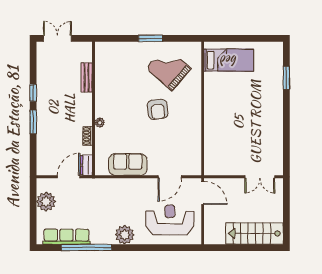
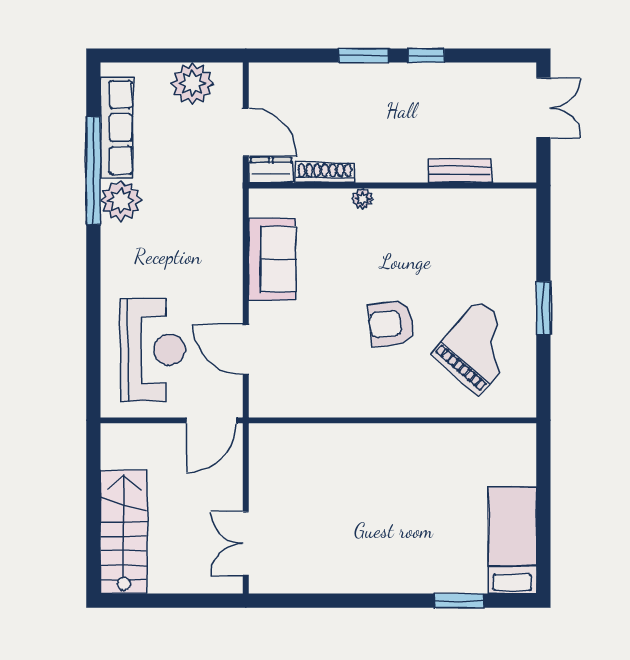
bed: (229, 60) -> (512, 540), moved, turned 180
shoe rack: (88, 136) -> (325, 173), width x1.43
plant: (125, 235) -> (121, 201), moved

